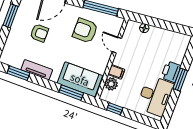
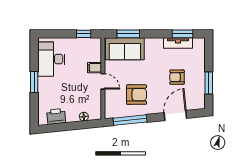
door: (117, 45) -> (103, 81), moved
tv unit: (37, 70) -> (178, 43), moved
printer: (171, 72) -> (56, 116), moved, turned -96
plant: (111, 84) -> (95, 55), removed

